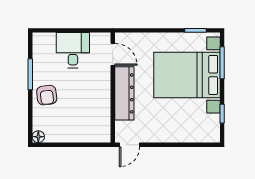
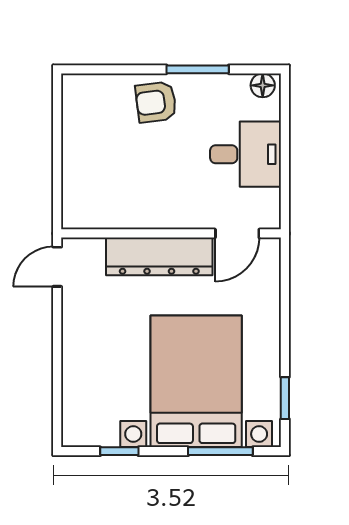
floor lamp: (38, 137) -> (263, 85), moved
door: (129, 145) -> (57, 267), hinge flipped

